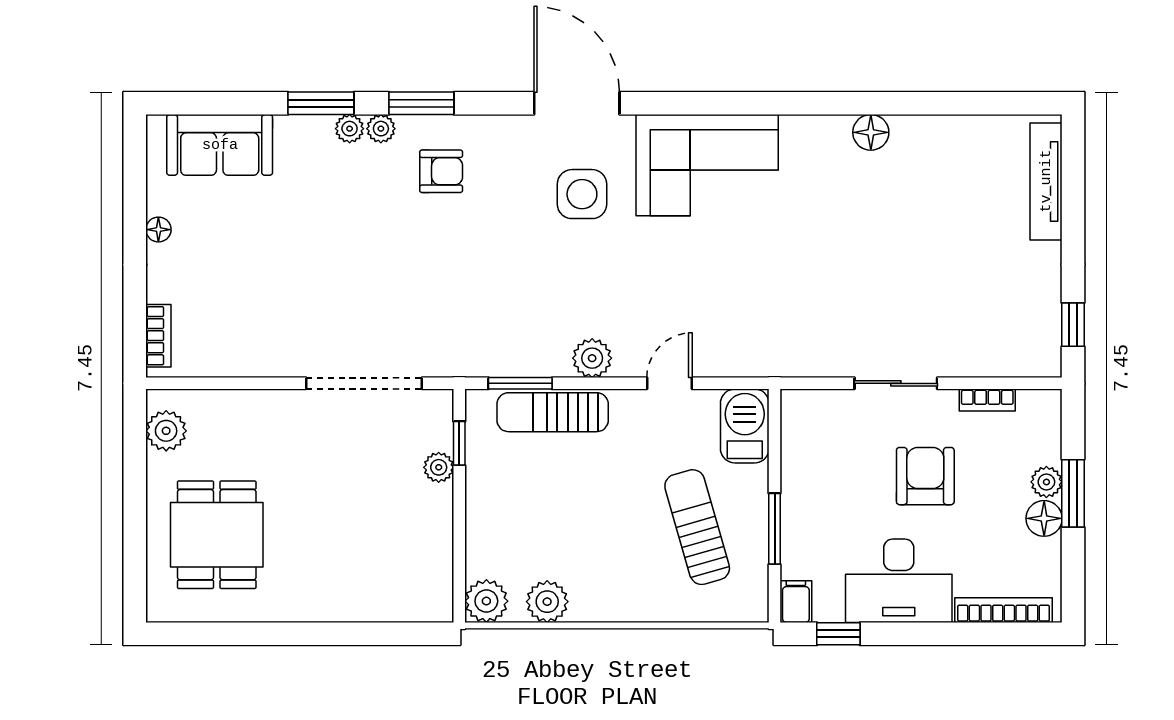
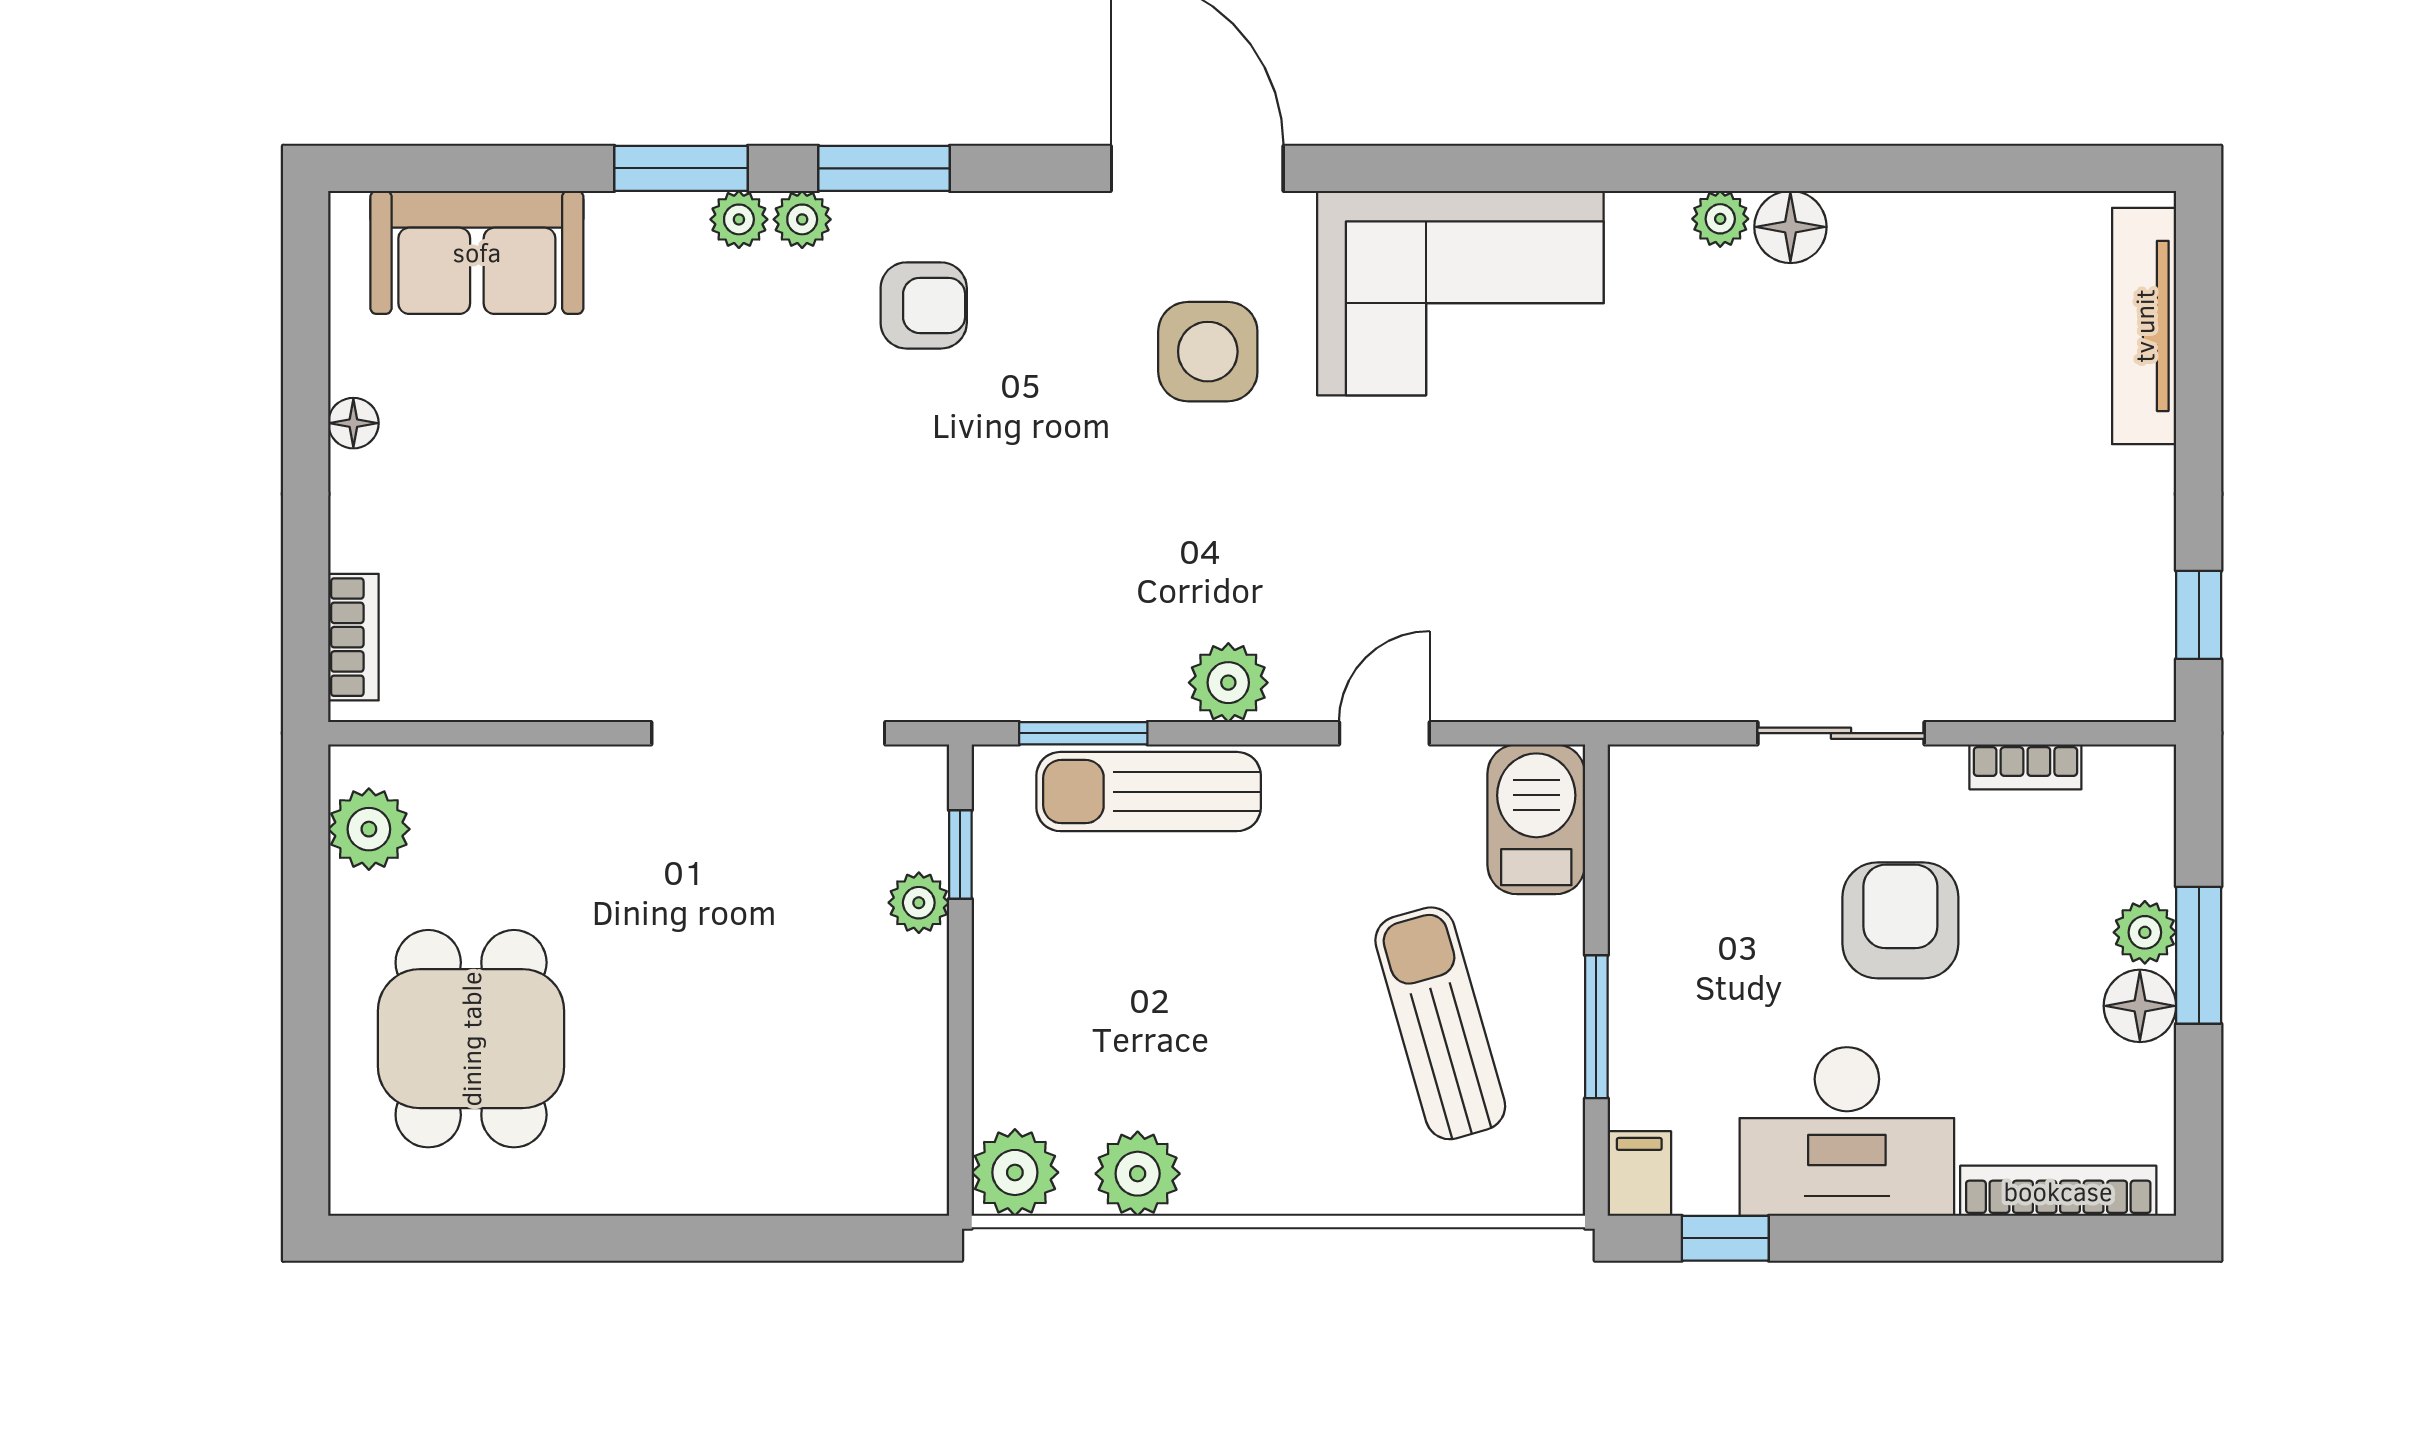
plant: (836, 128) -> (1720, 219), added

